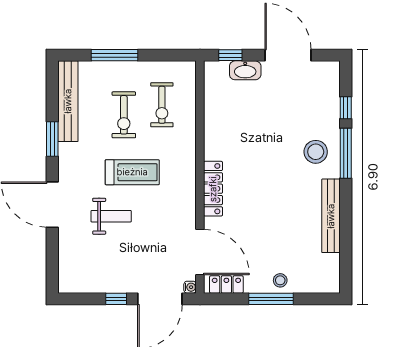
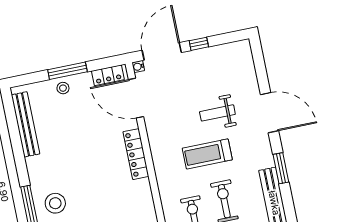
bench: (331, 216) -> (26, 124), moved

